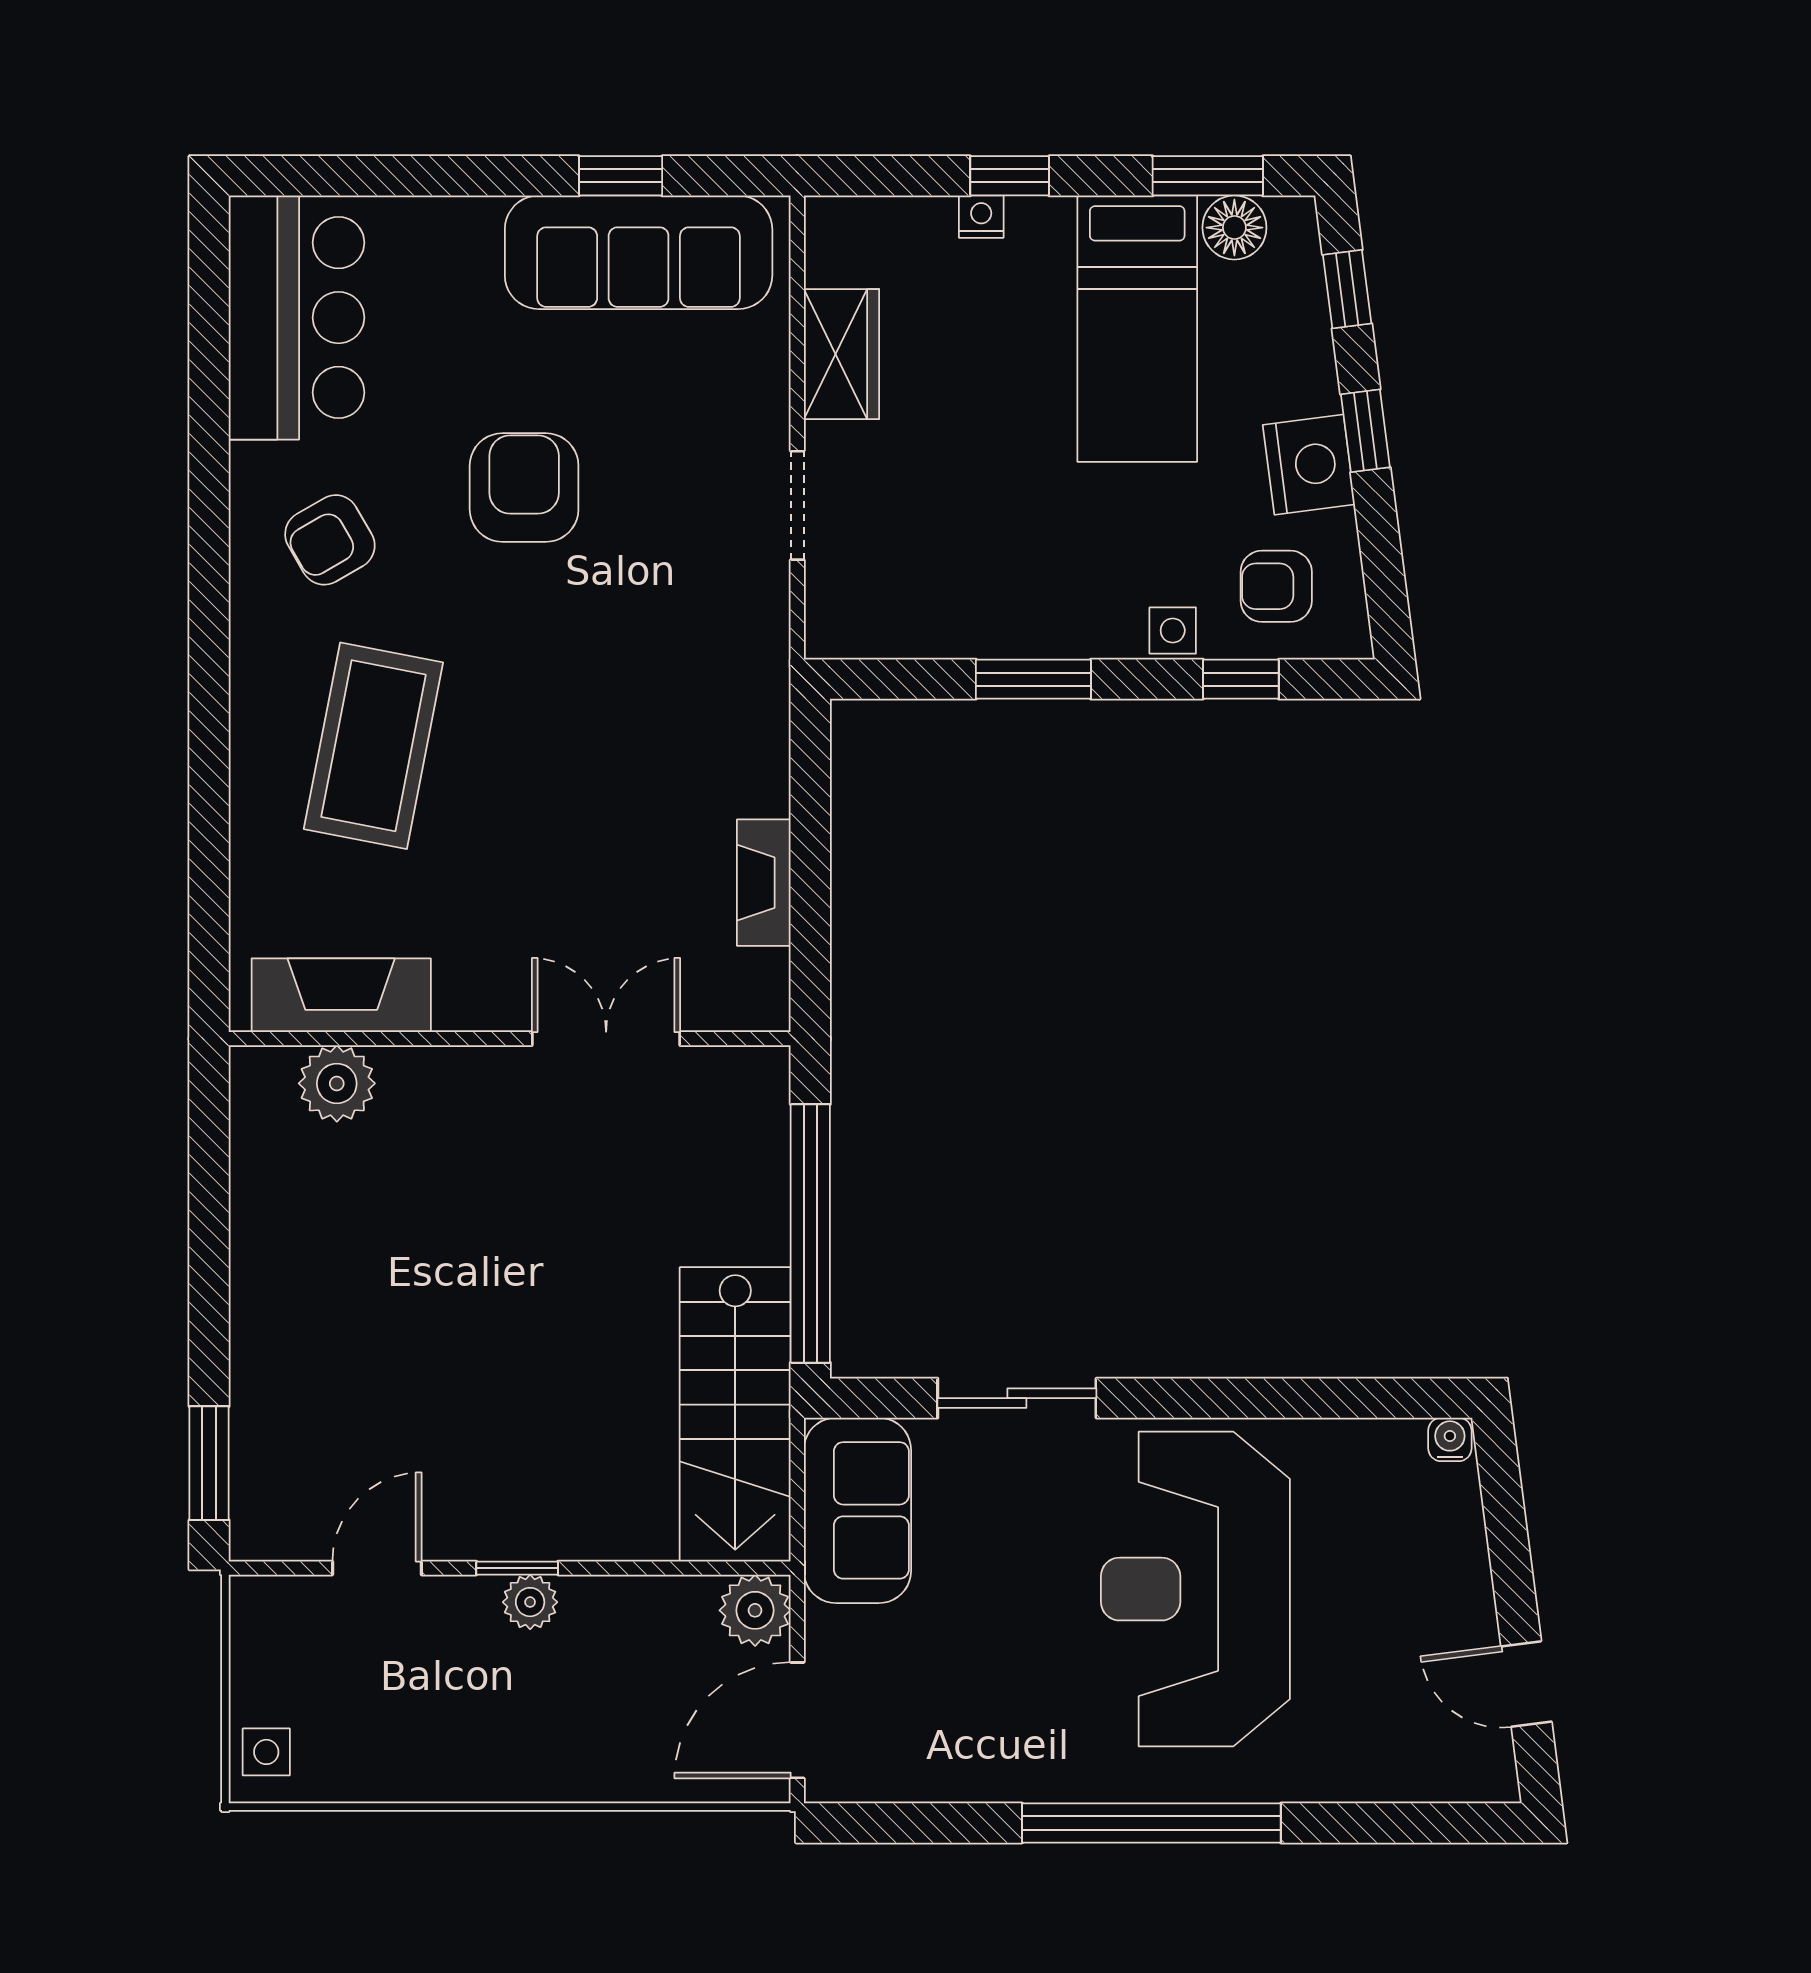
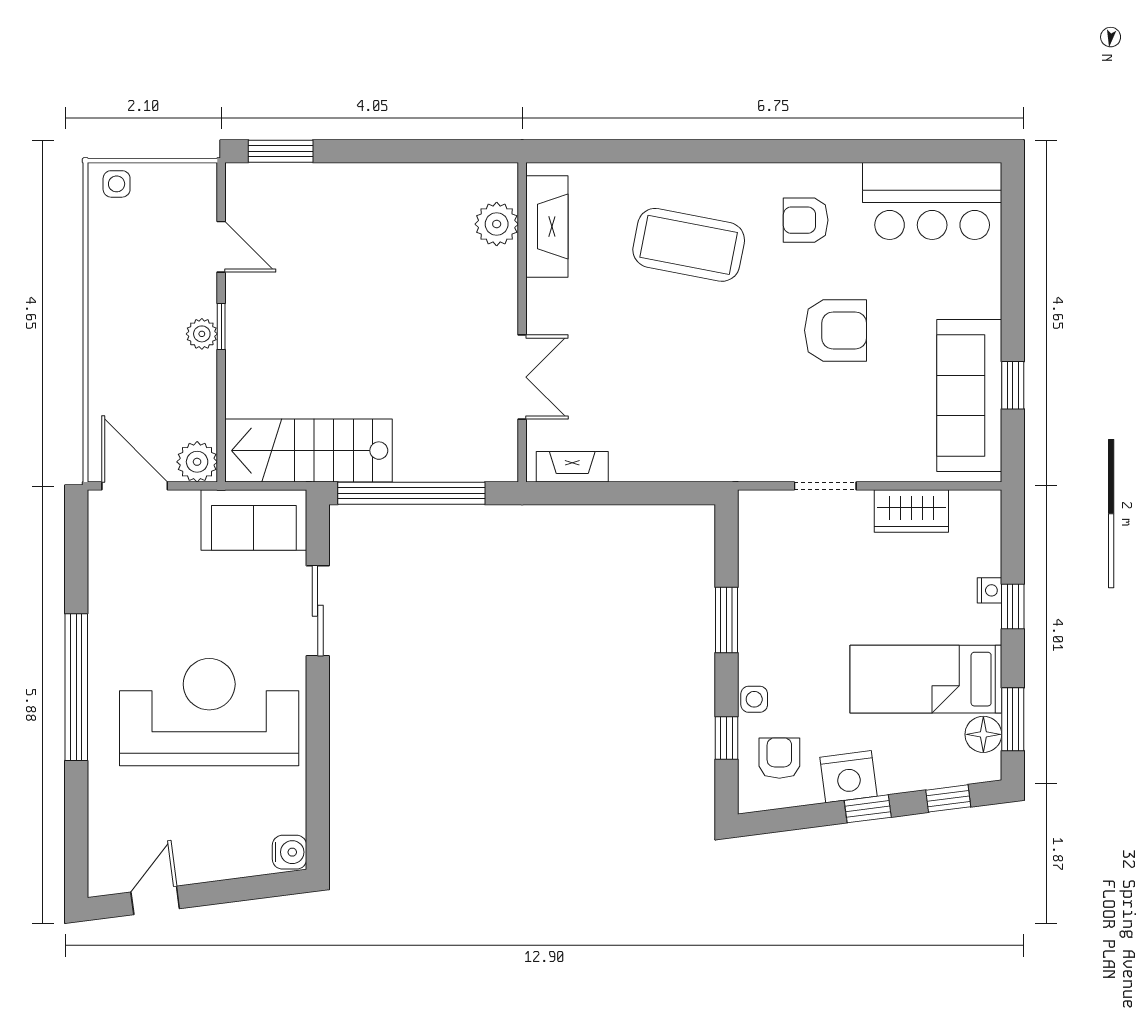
armchair: (330, 540) -> (806, 220), turned -60
fireplace: (764, 883) -> (572, 467), moved
water cooler: (1450, 1439) -> (290, 852), width x1.38, depth x1.38

